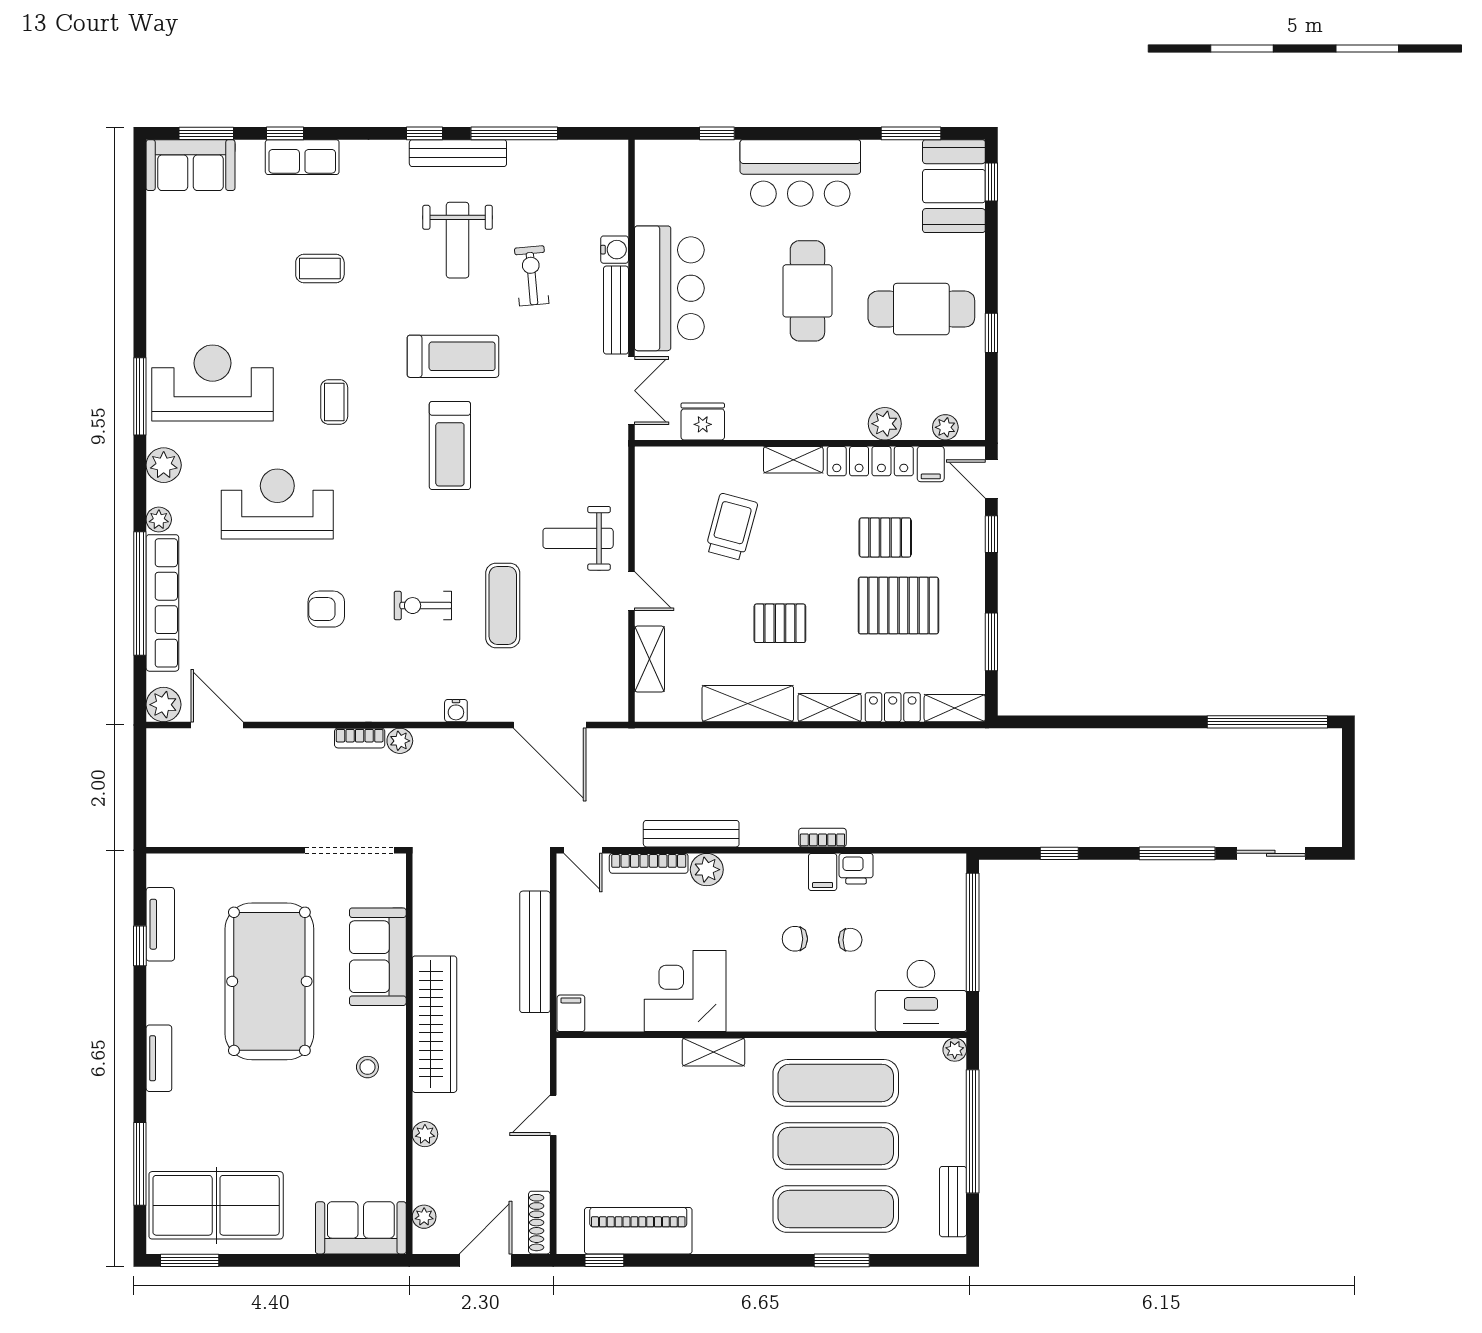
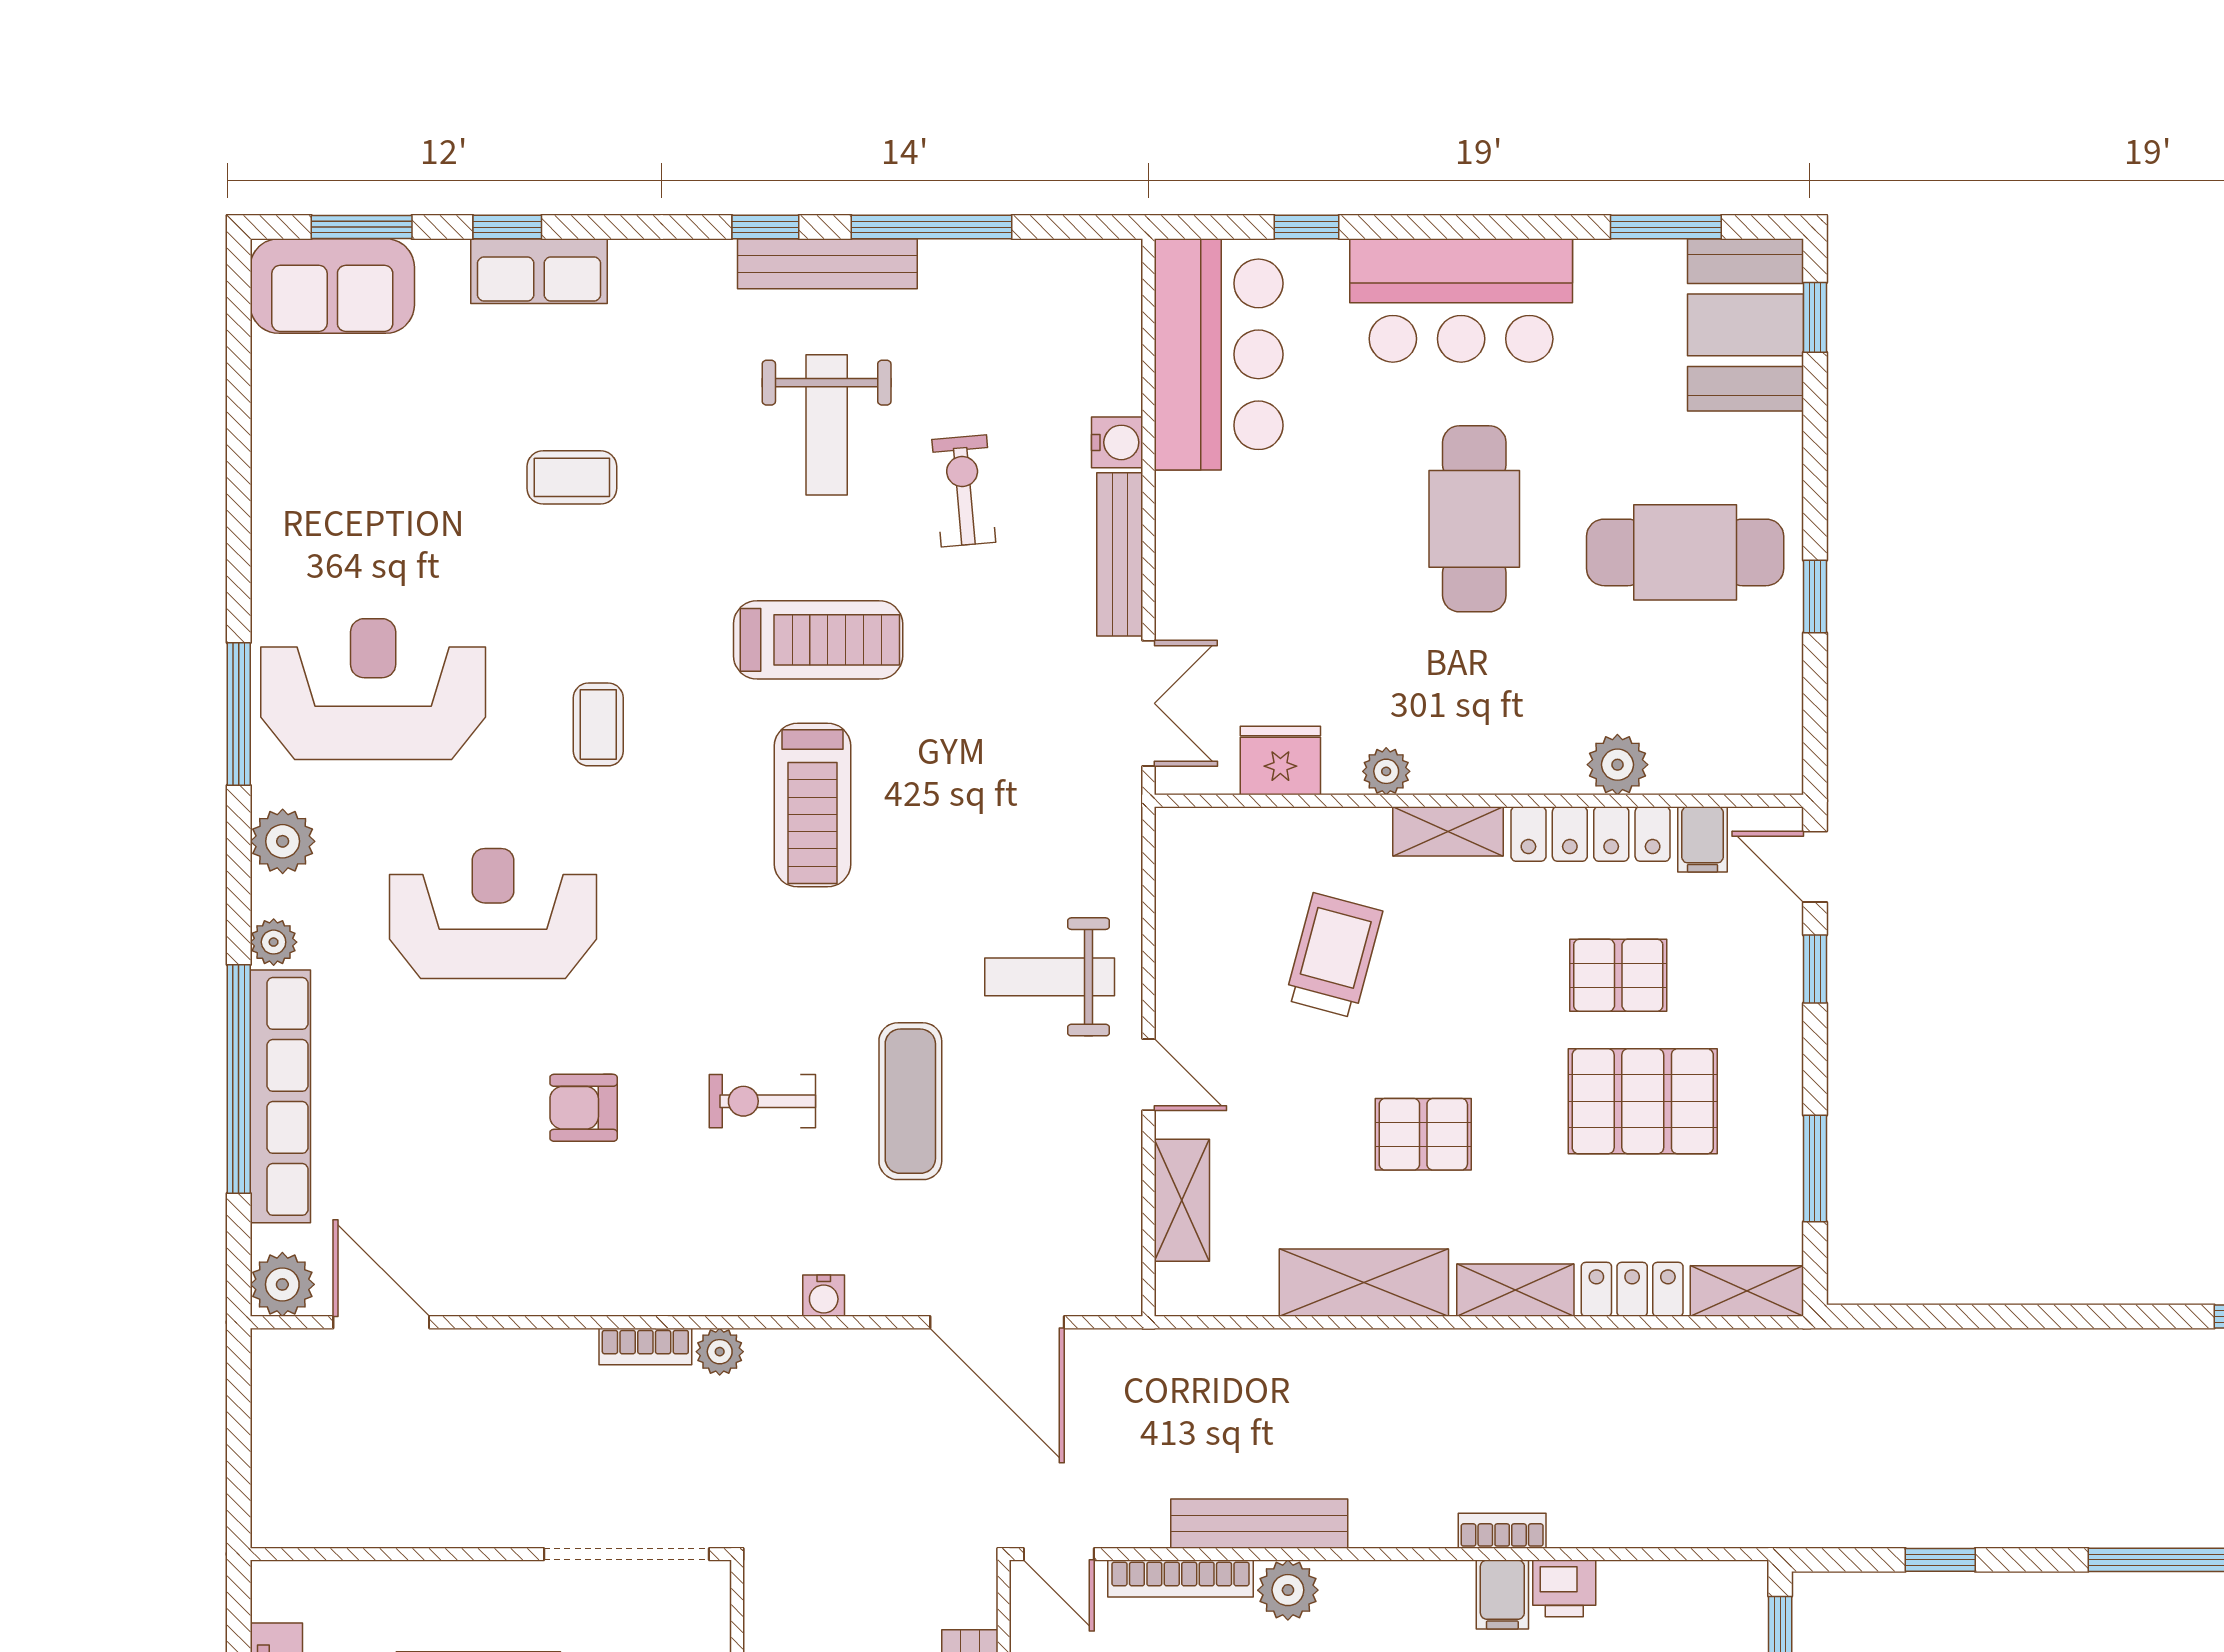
bar counter: (669, 288) -> (1219, 354), moved
plant: (945, 427) -> (1386, 771), moved

